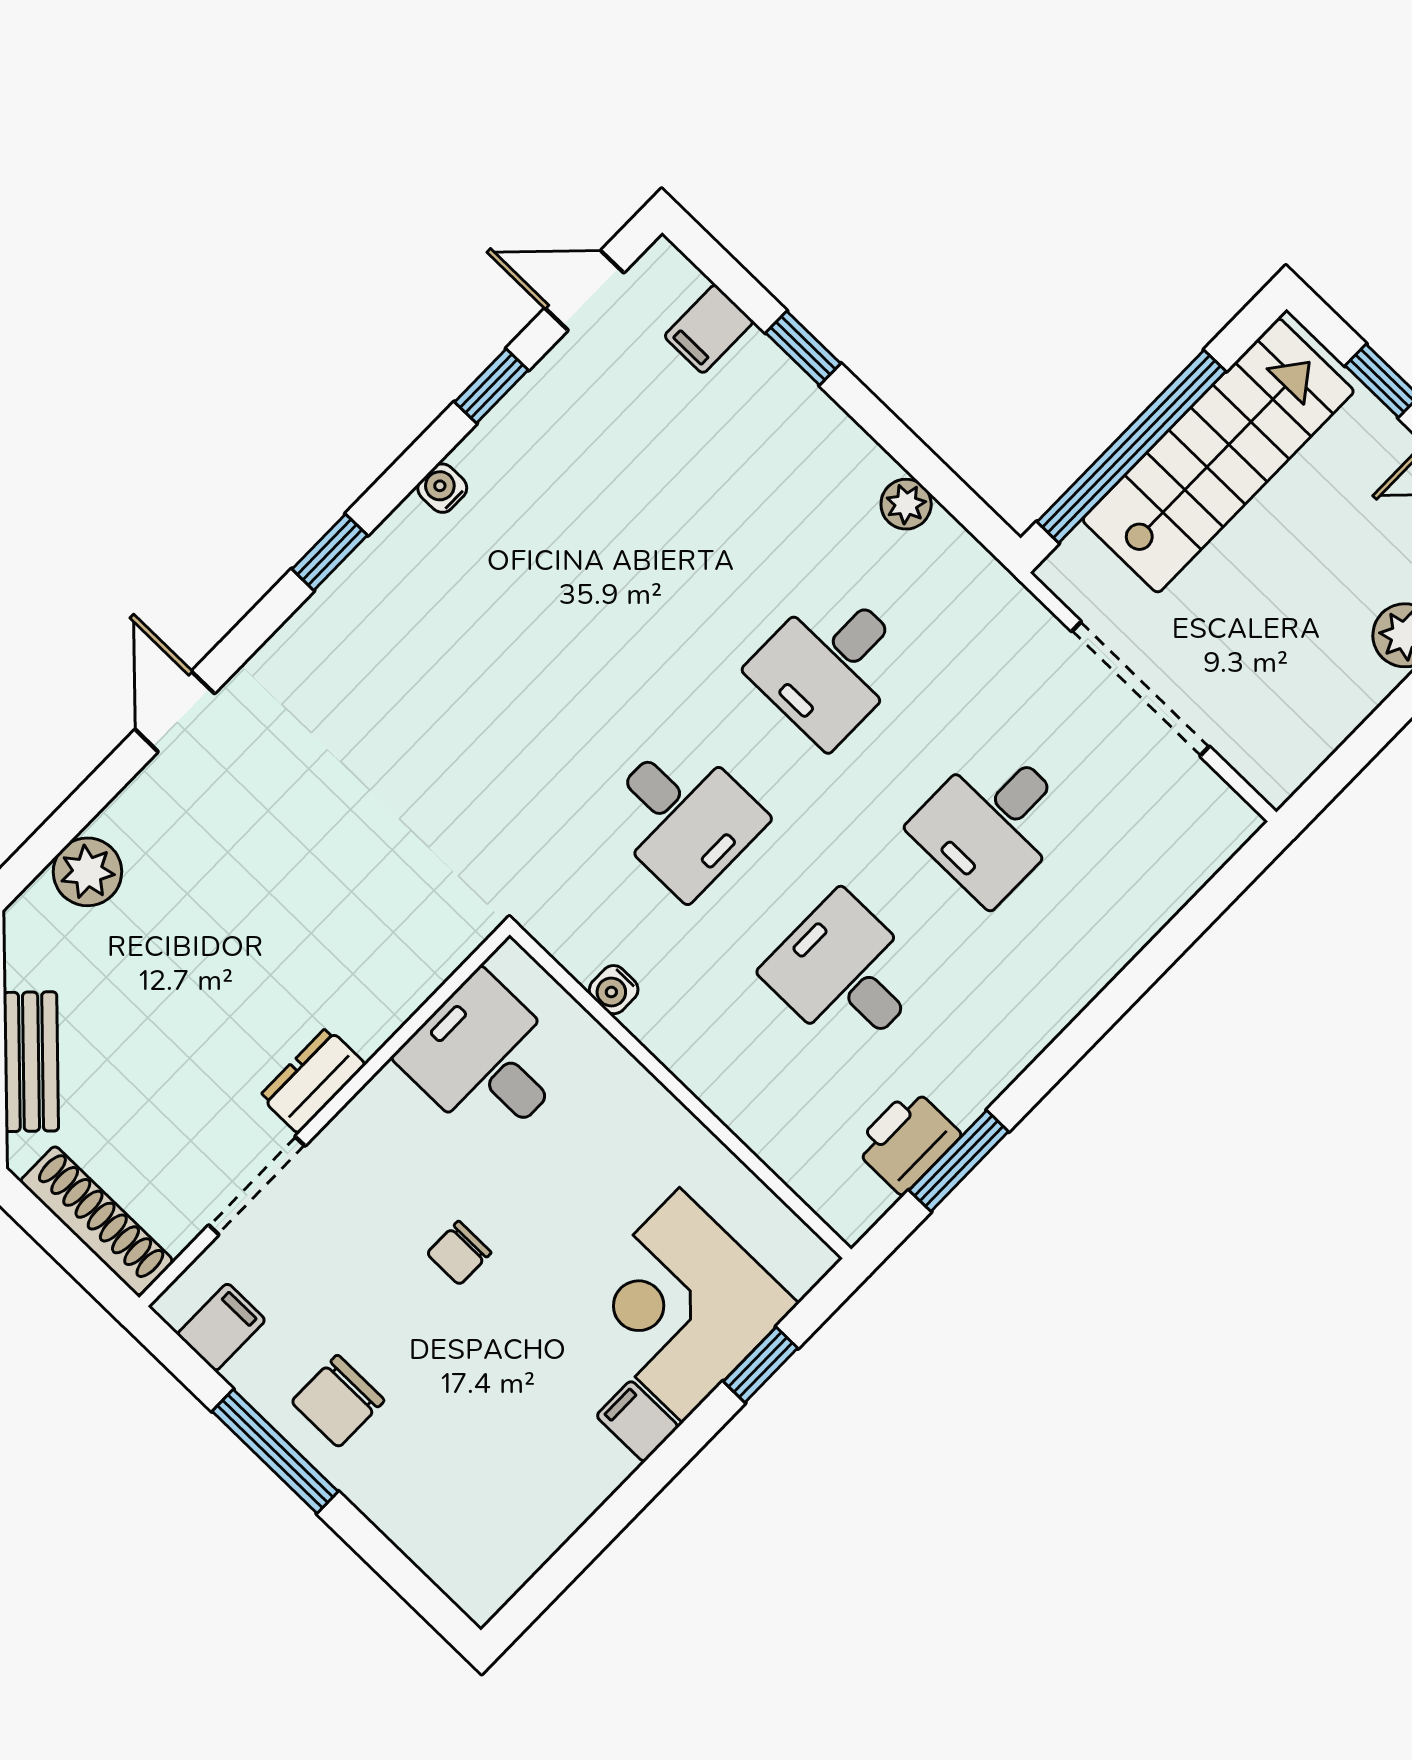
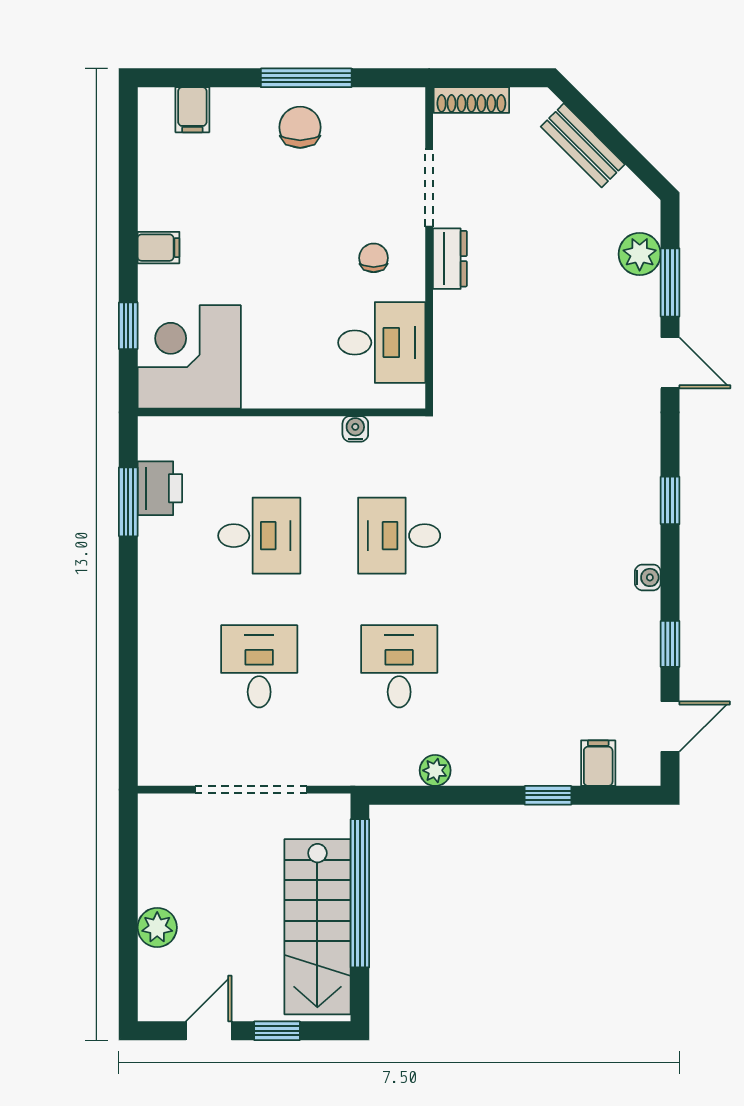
window: (84, 805) -> (670, 282), added
shoe rack: (97, 1221) -> (471, 100), width x0.74, depth x0.81
chair: (459, 1253) -> (374, 258), moved
corner desk: (681, 1305) -> (189, 357), moved, turned -90
filing cabinet: (221, 1327) -> (192, 110), moved

